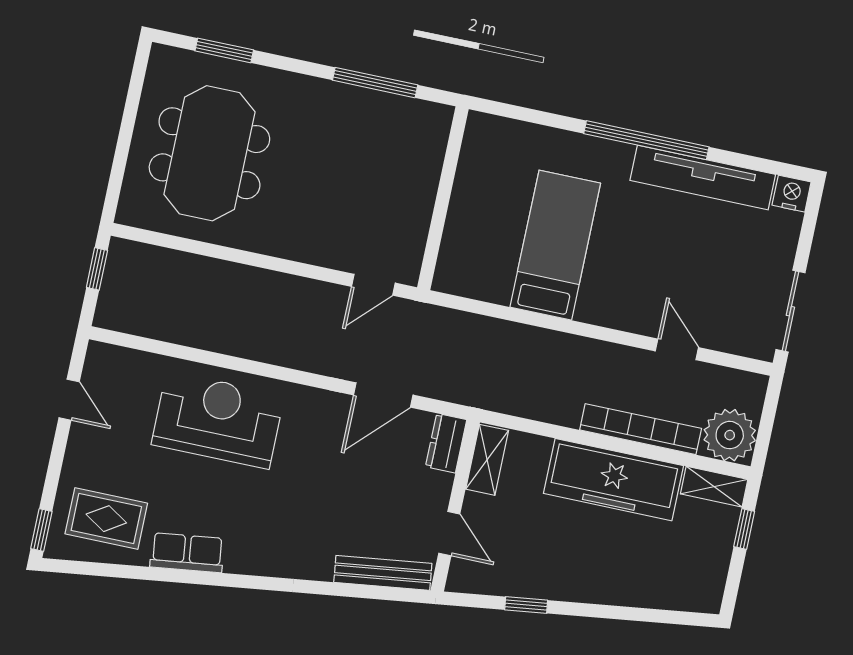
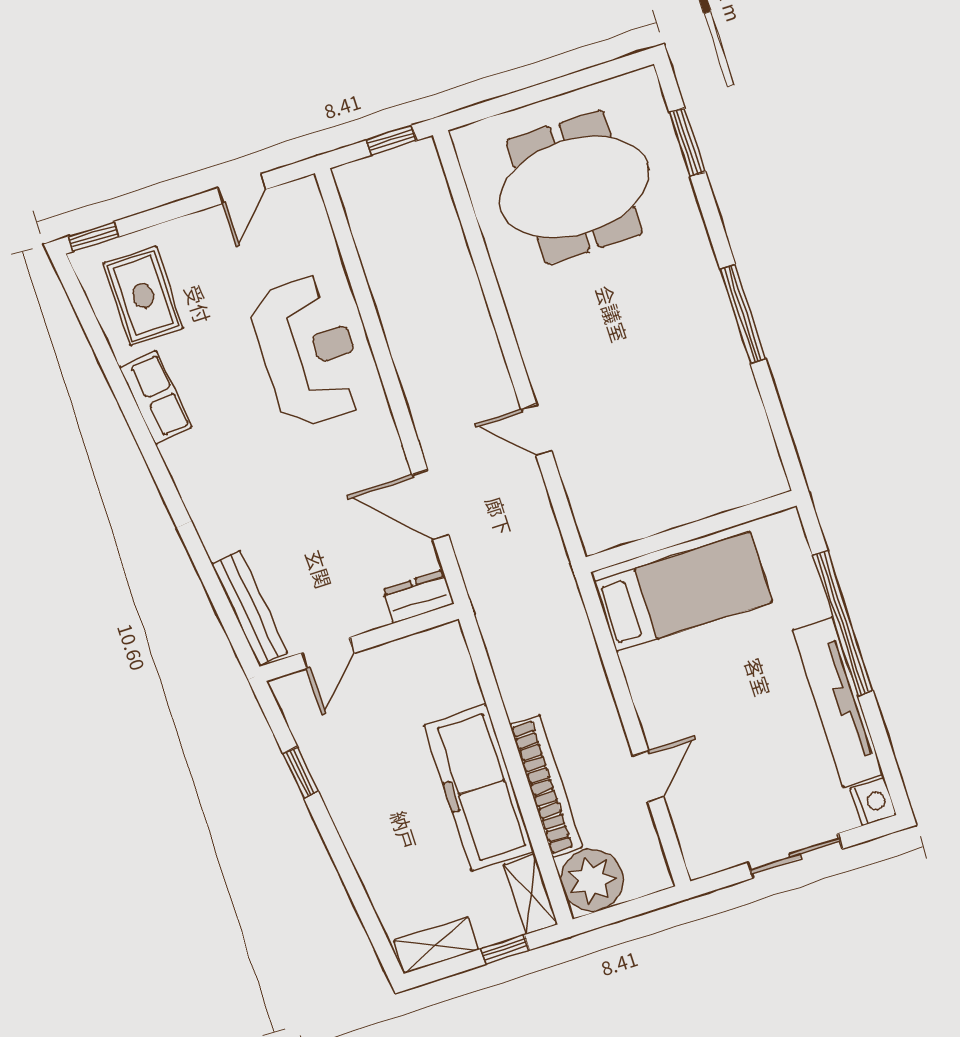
wall: (443, 198) -> (691, 532), moved
sliding door: (790, 311) -> (795, 856), moved
shelving: (487, 460) -> (436, 945), moved

